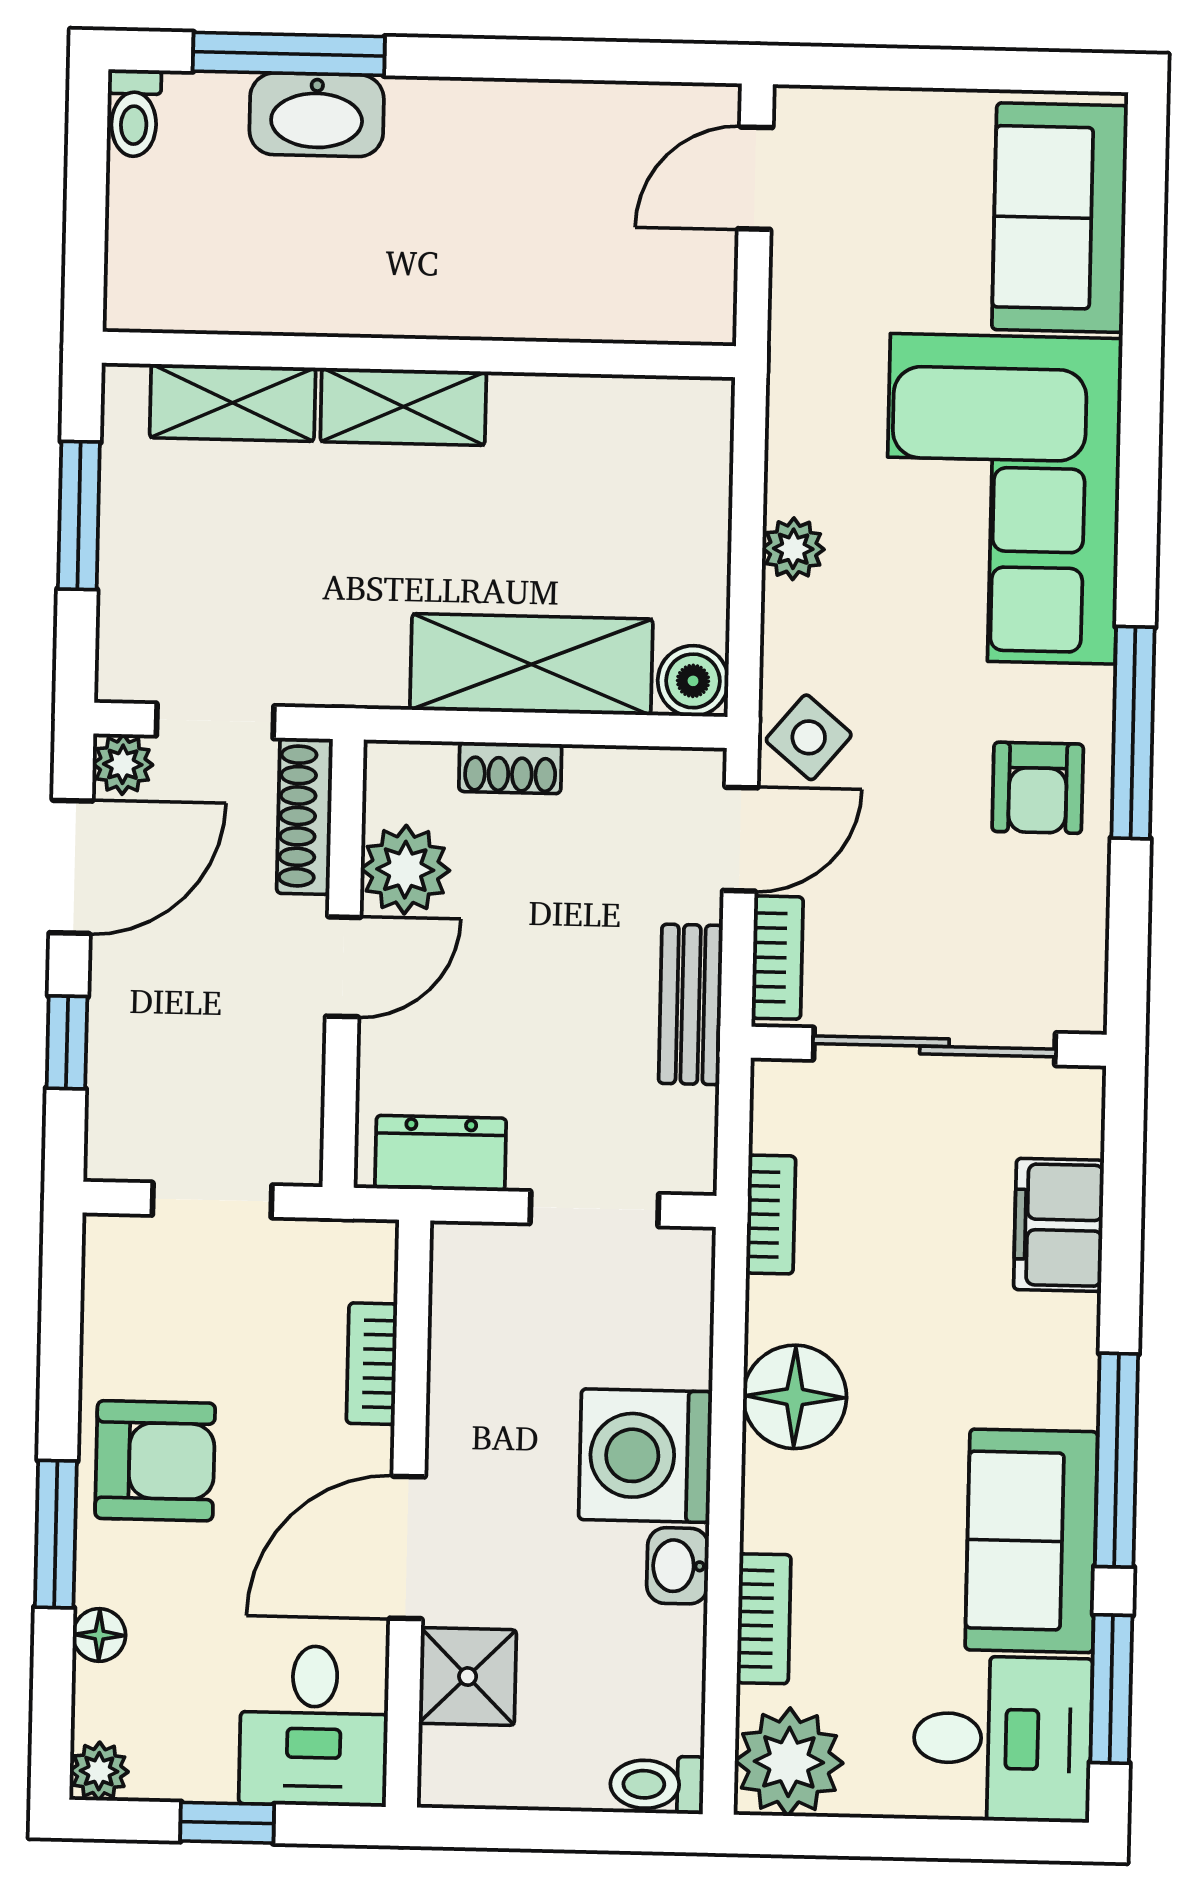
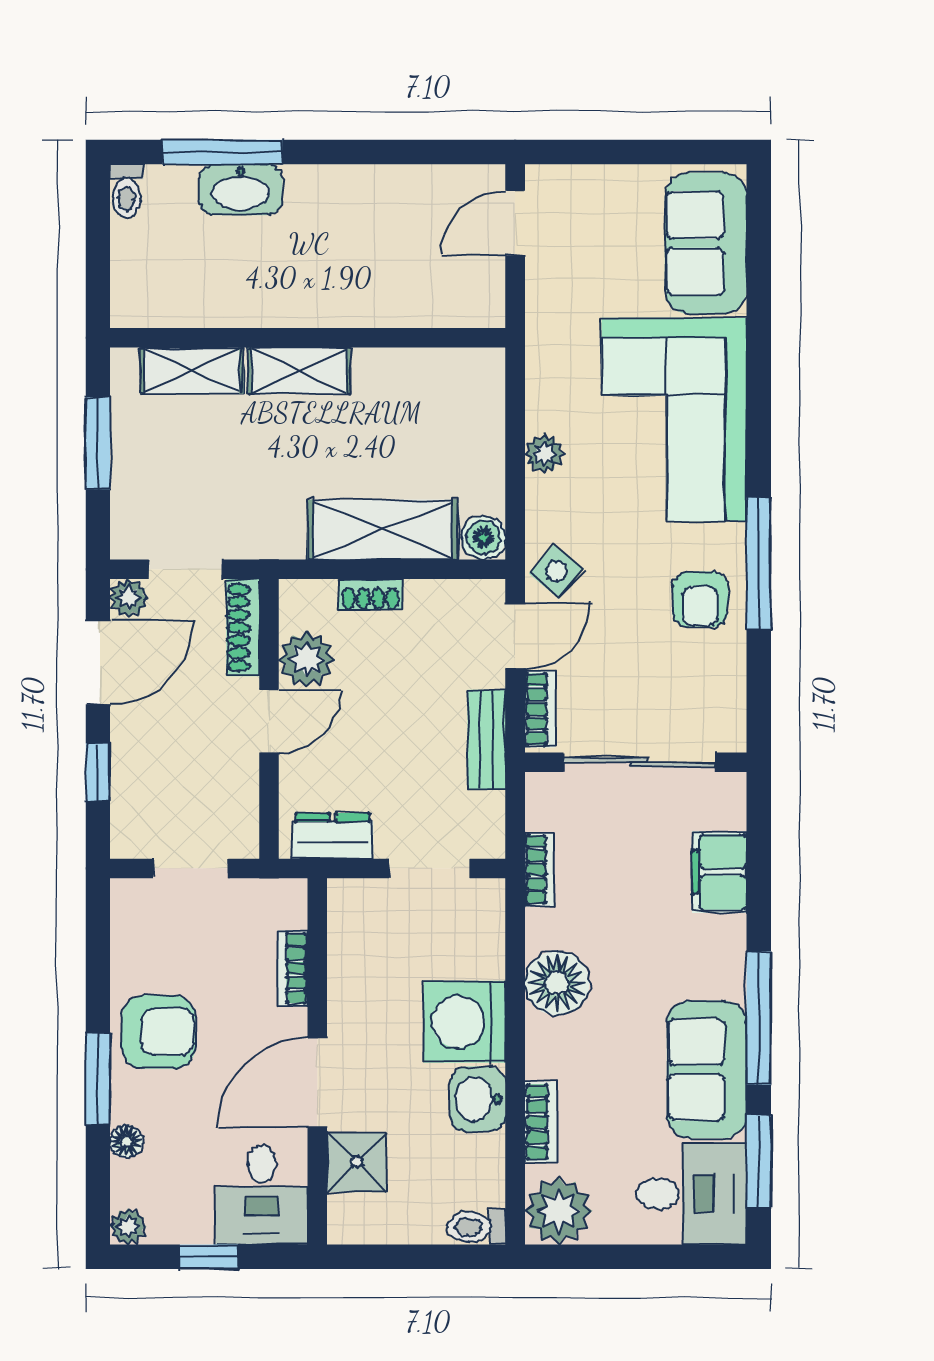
washbasin: (678, 1566) -> (478, 1099), width x1.38, depth x1.45

